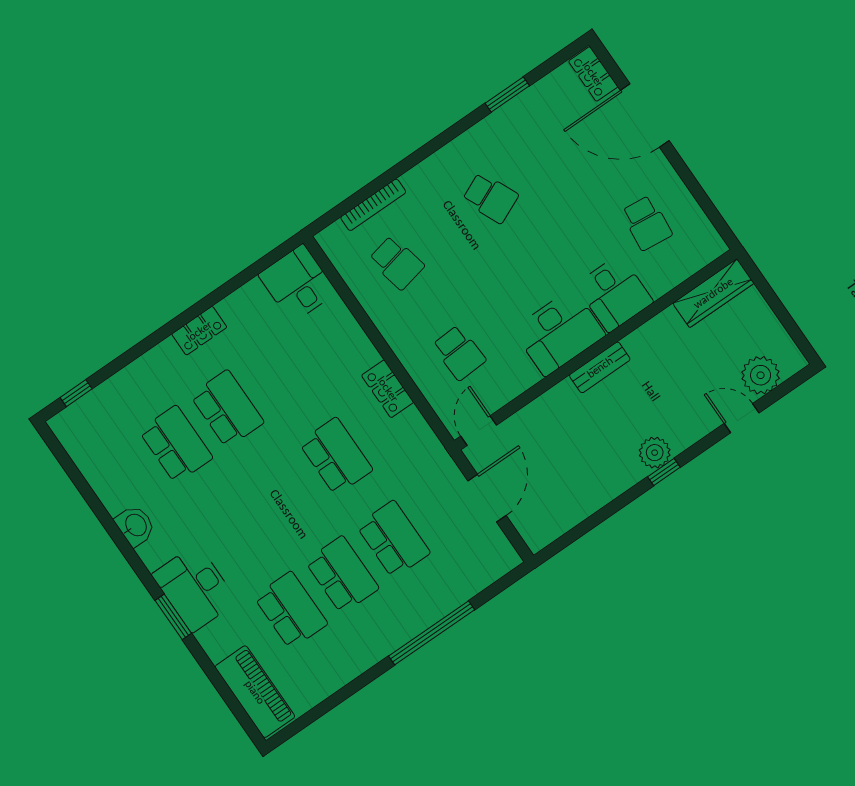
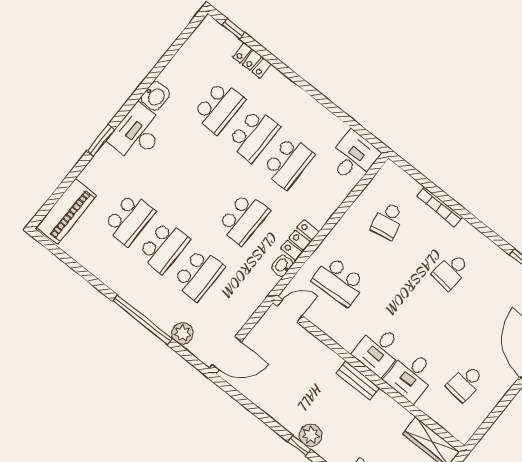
school desk: (490, 198) -> (451, 271), turned 30
bookcase: (373, 205) -> (440, 207), moved
locker: (199, 331) -> (252, 60), moved
desk: (559, 332) -> (379, 350), width x0.73
school desk: (459, 353) -> (339, 282), width x1.85
school desk: (278, 373) -> (288, 163), added
washbasin: (415, 423) -> (282, 266), added
door: (487, 498) -> (227, 353), moved
plant: (466, 584) -> (182, 333), added
desk: (195, 588) -> (137, 133), moved

